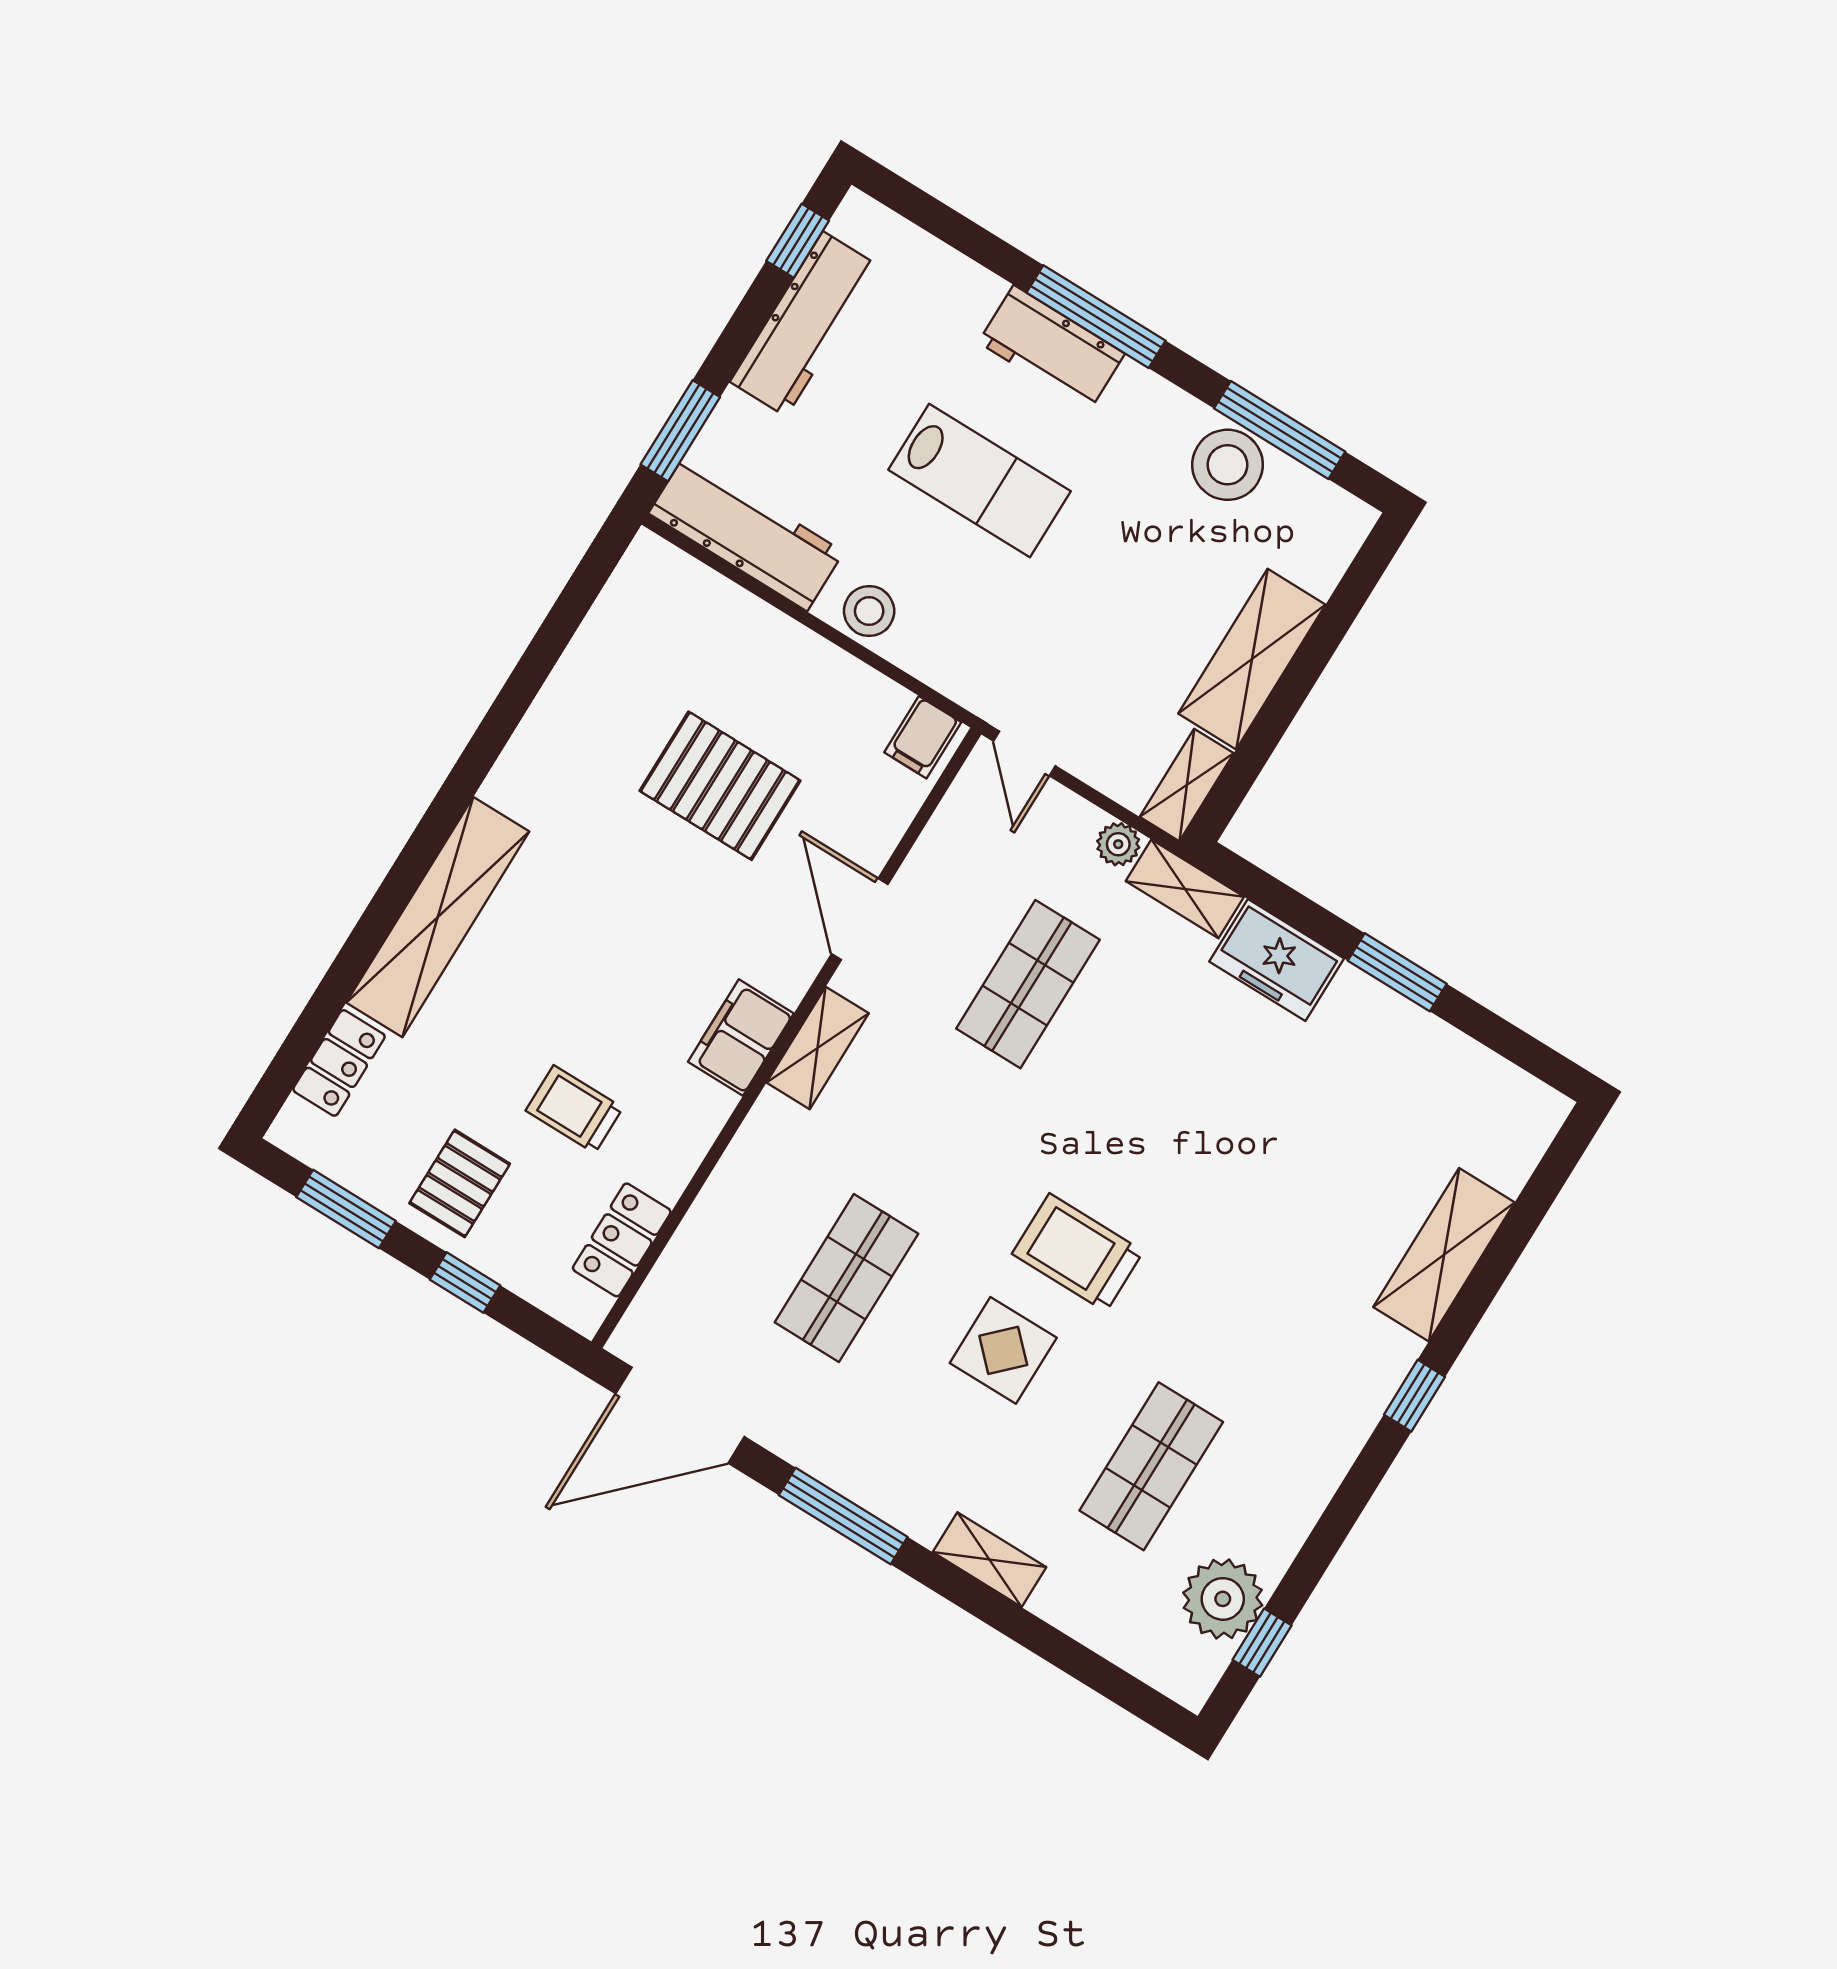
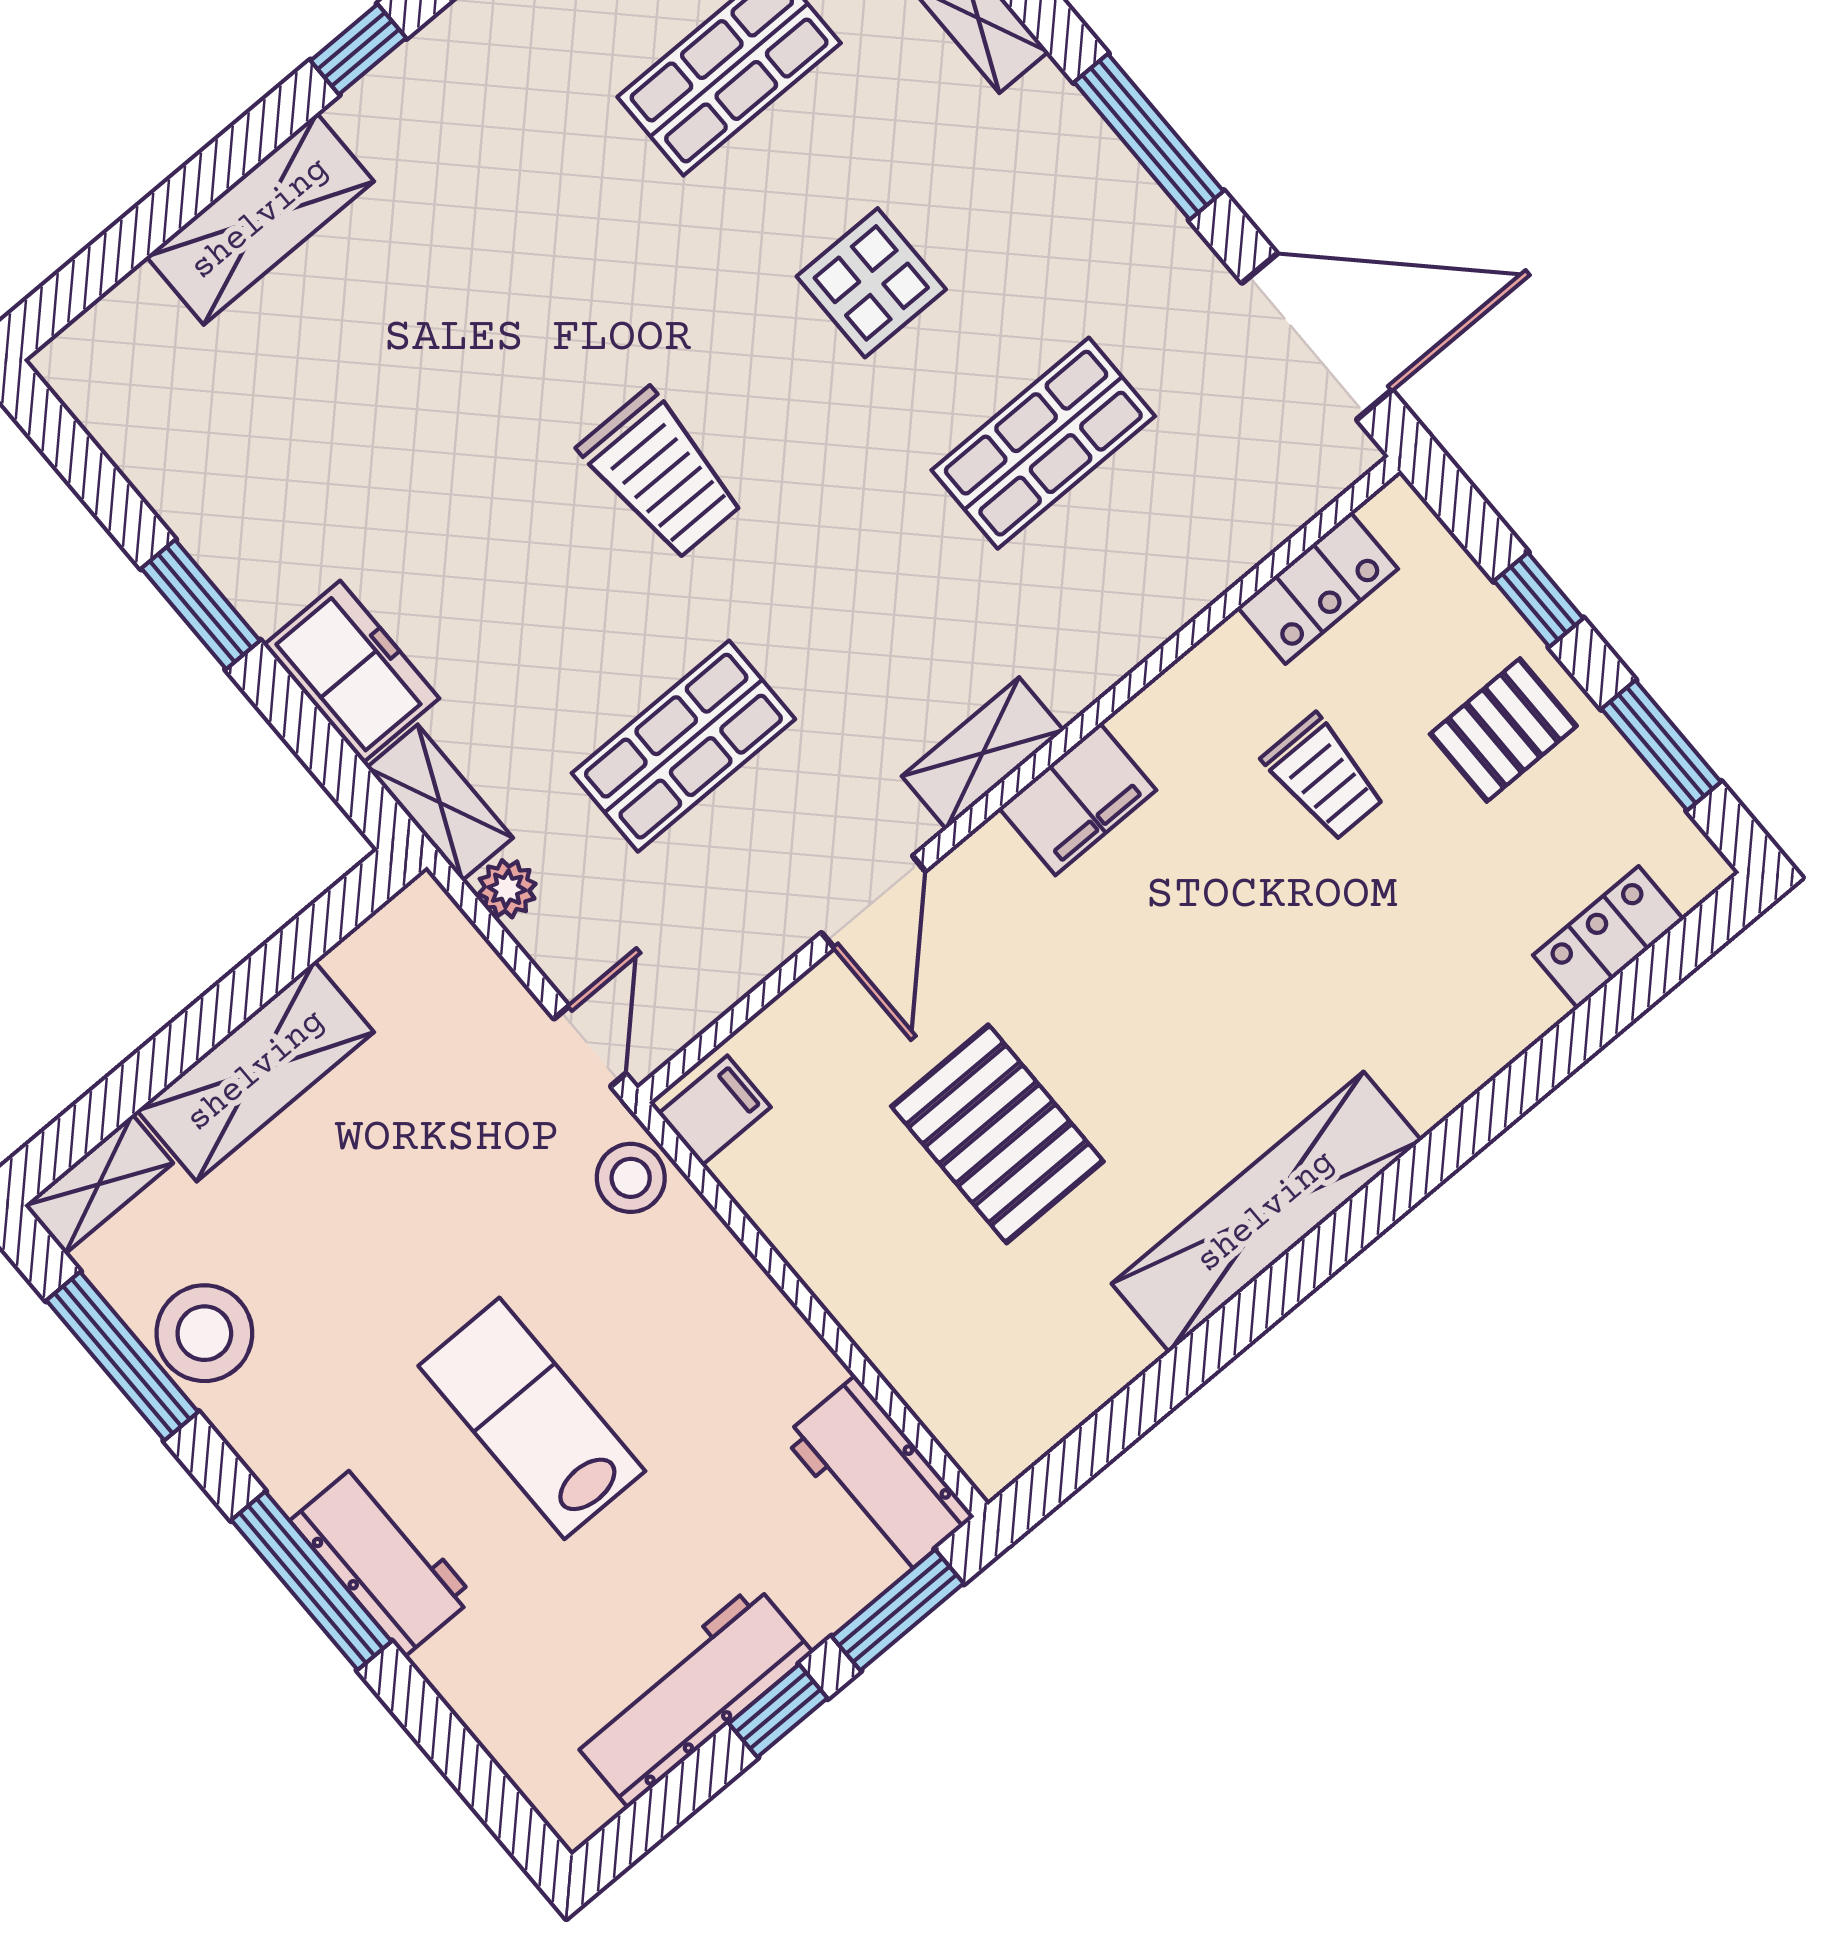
window: (798, 241) -> (778, 1711), moved
workbench: (746, 533) -> (878, 1477), width x0.73
stool: (869, 611) -> (631, 1178), moved
shelving: (1187, 785) -> (99, 1184), moved
shelving: (438, 917) -> (1266, 1212), moved
trolley: (1078, 1253) -> (661, 474), moved

